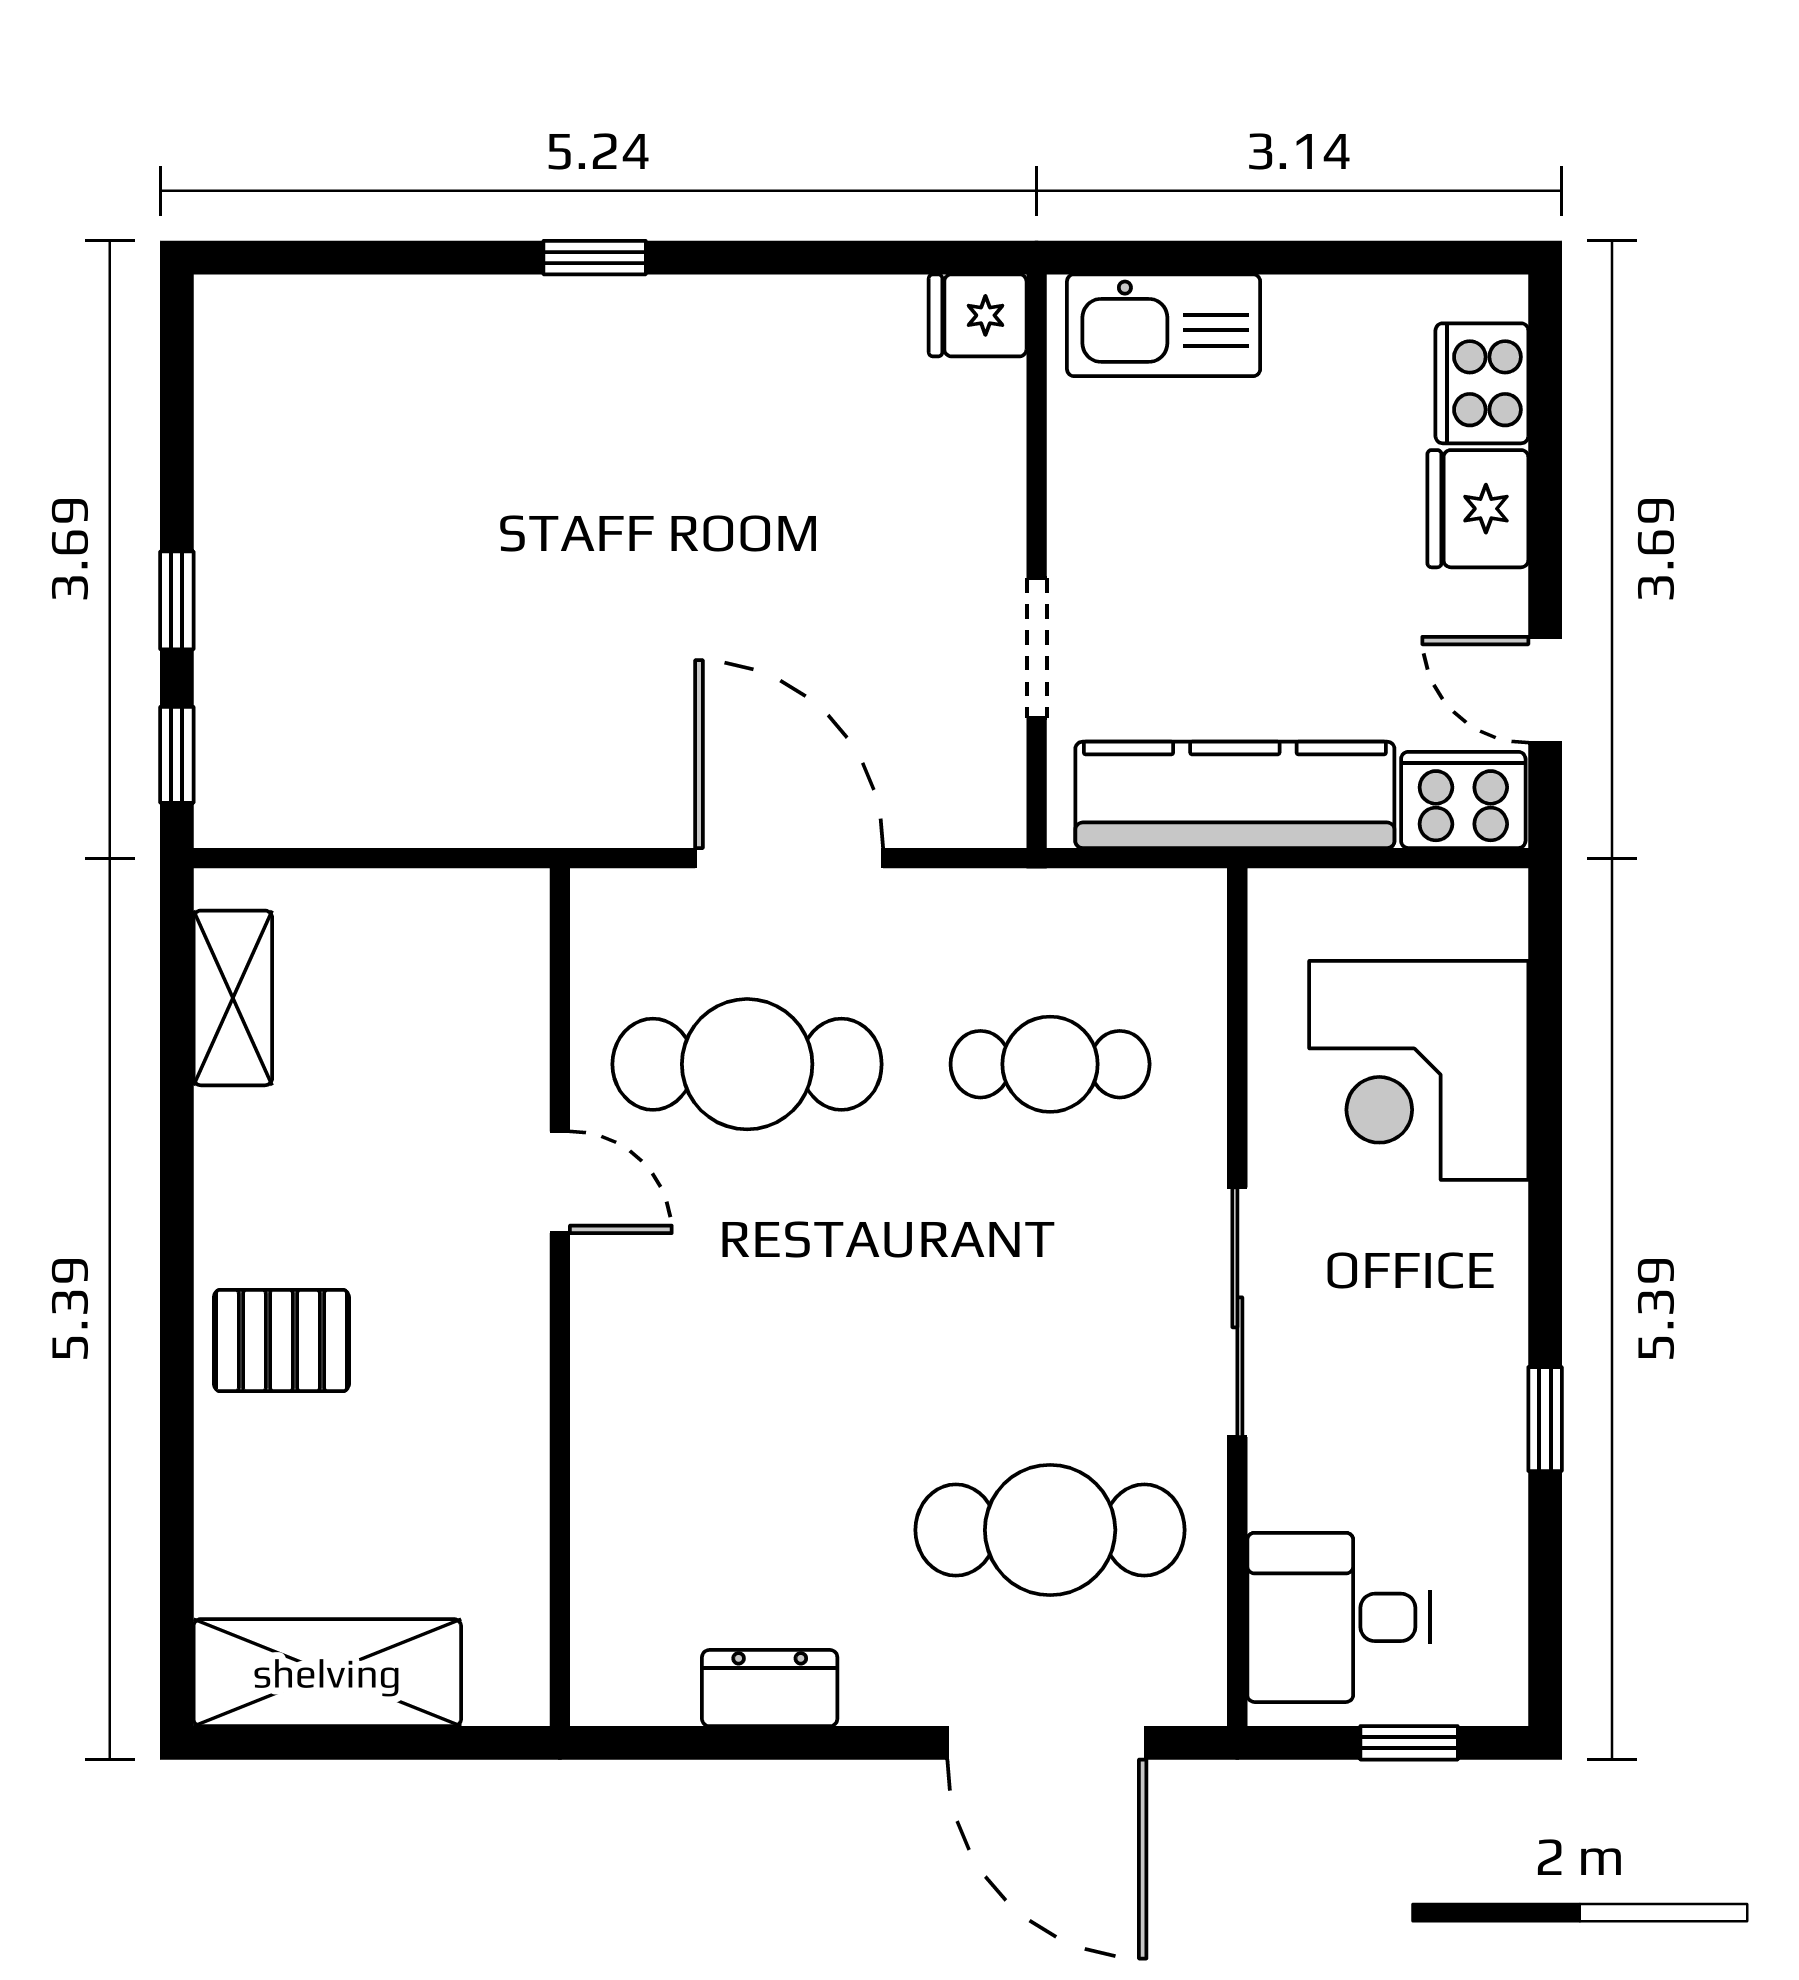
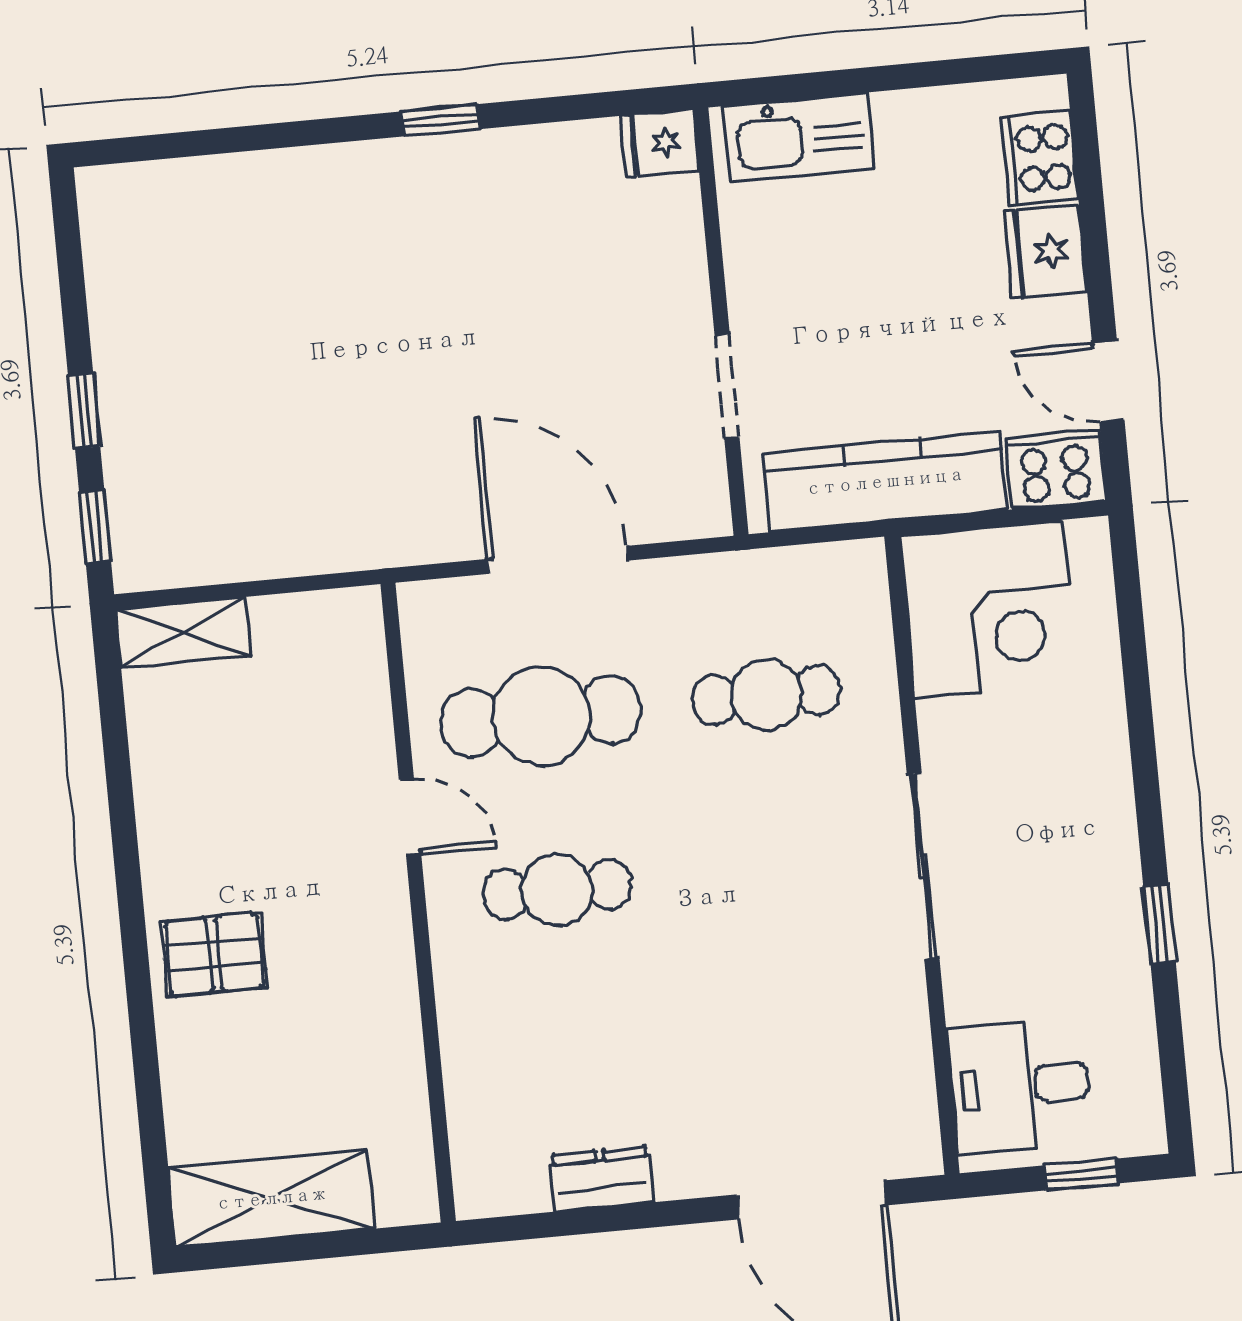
window: (595, 258) -> (441, 120), moved
shelving: (233, 998) -> (183, 632), moved, turned 90
corner desk: (1419, 1070) -> (988, 609), moved, turned -90
cafe table: (1050, 1530) -> (557, 889), moved, width x0.73, depth x0.74

